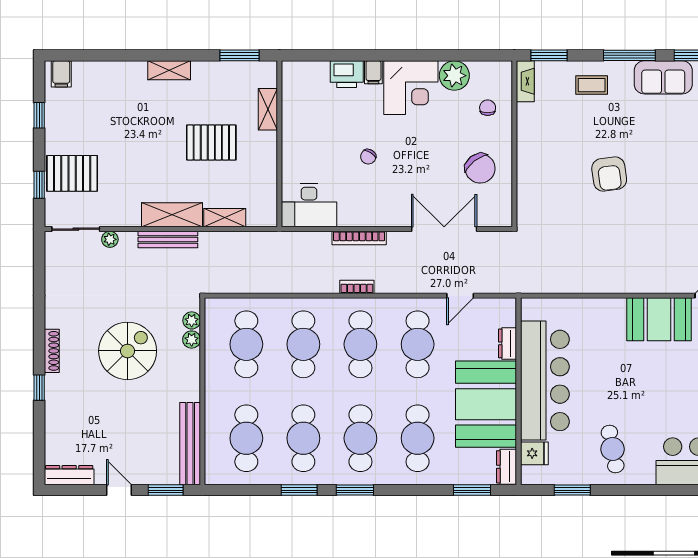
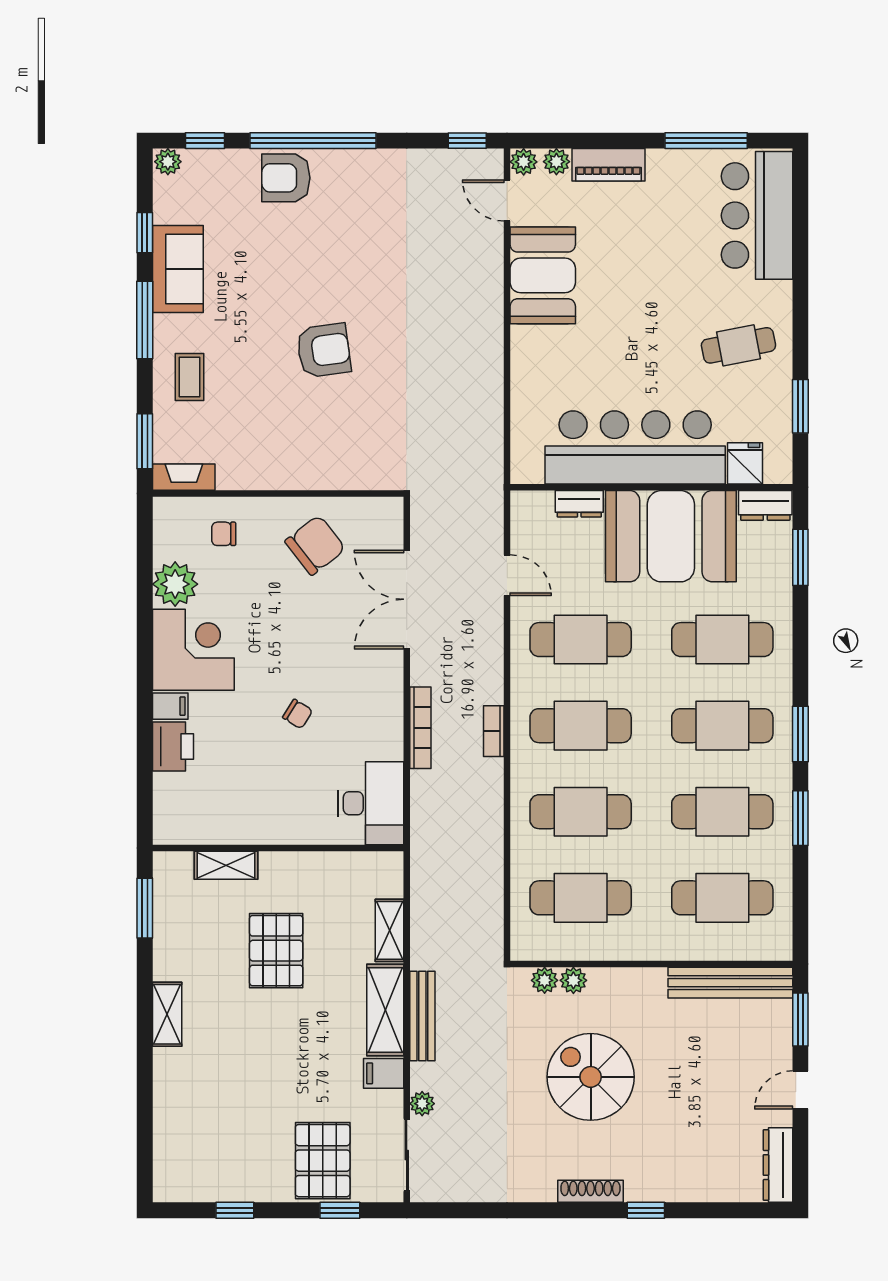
filing cabinet: (61, 74) -> (384, 1073), moved, turned 180

